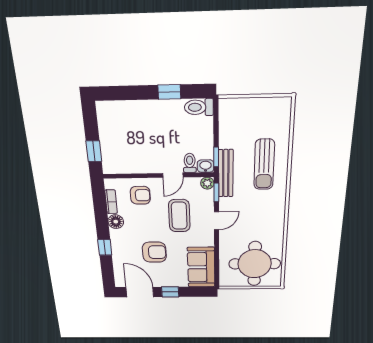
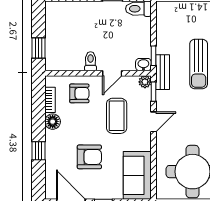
toilet: (190, 163) -> (91, 61), moved
bench: (226, 173) -> (163, 72), width x0.73

